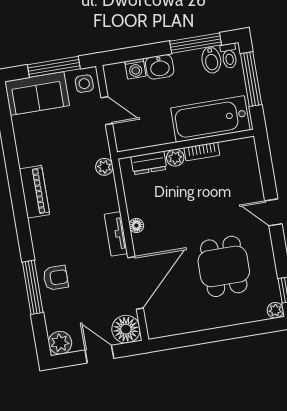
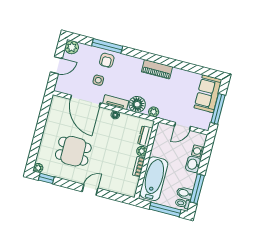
side table: (84, 84) -> (98, 80), moved
floor lamp: (126, 329) -> (137, 104), moved

